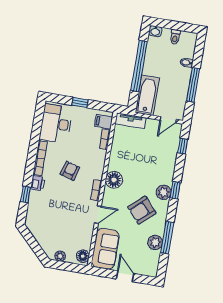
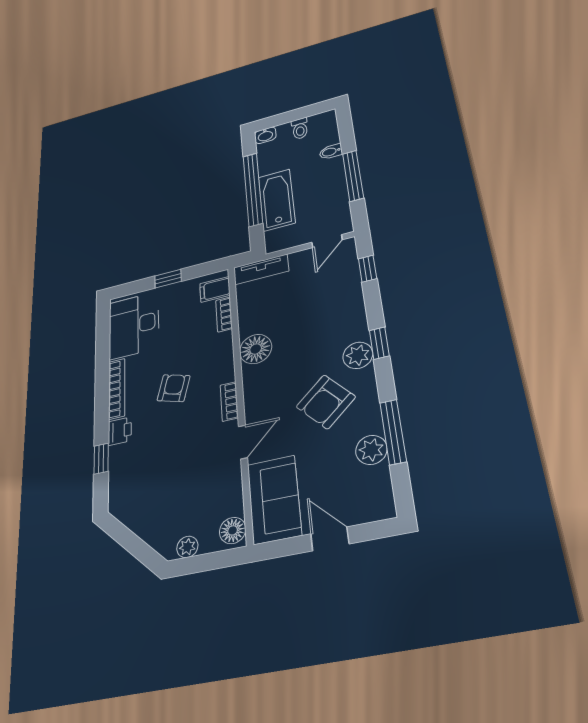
bathtub: (147, 95) -> (277, 200), moved
floor lamp: (114, 180) -> (256, 349), moved

